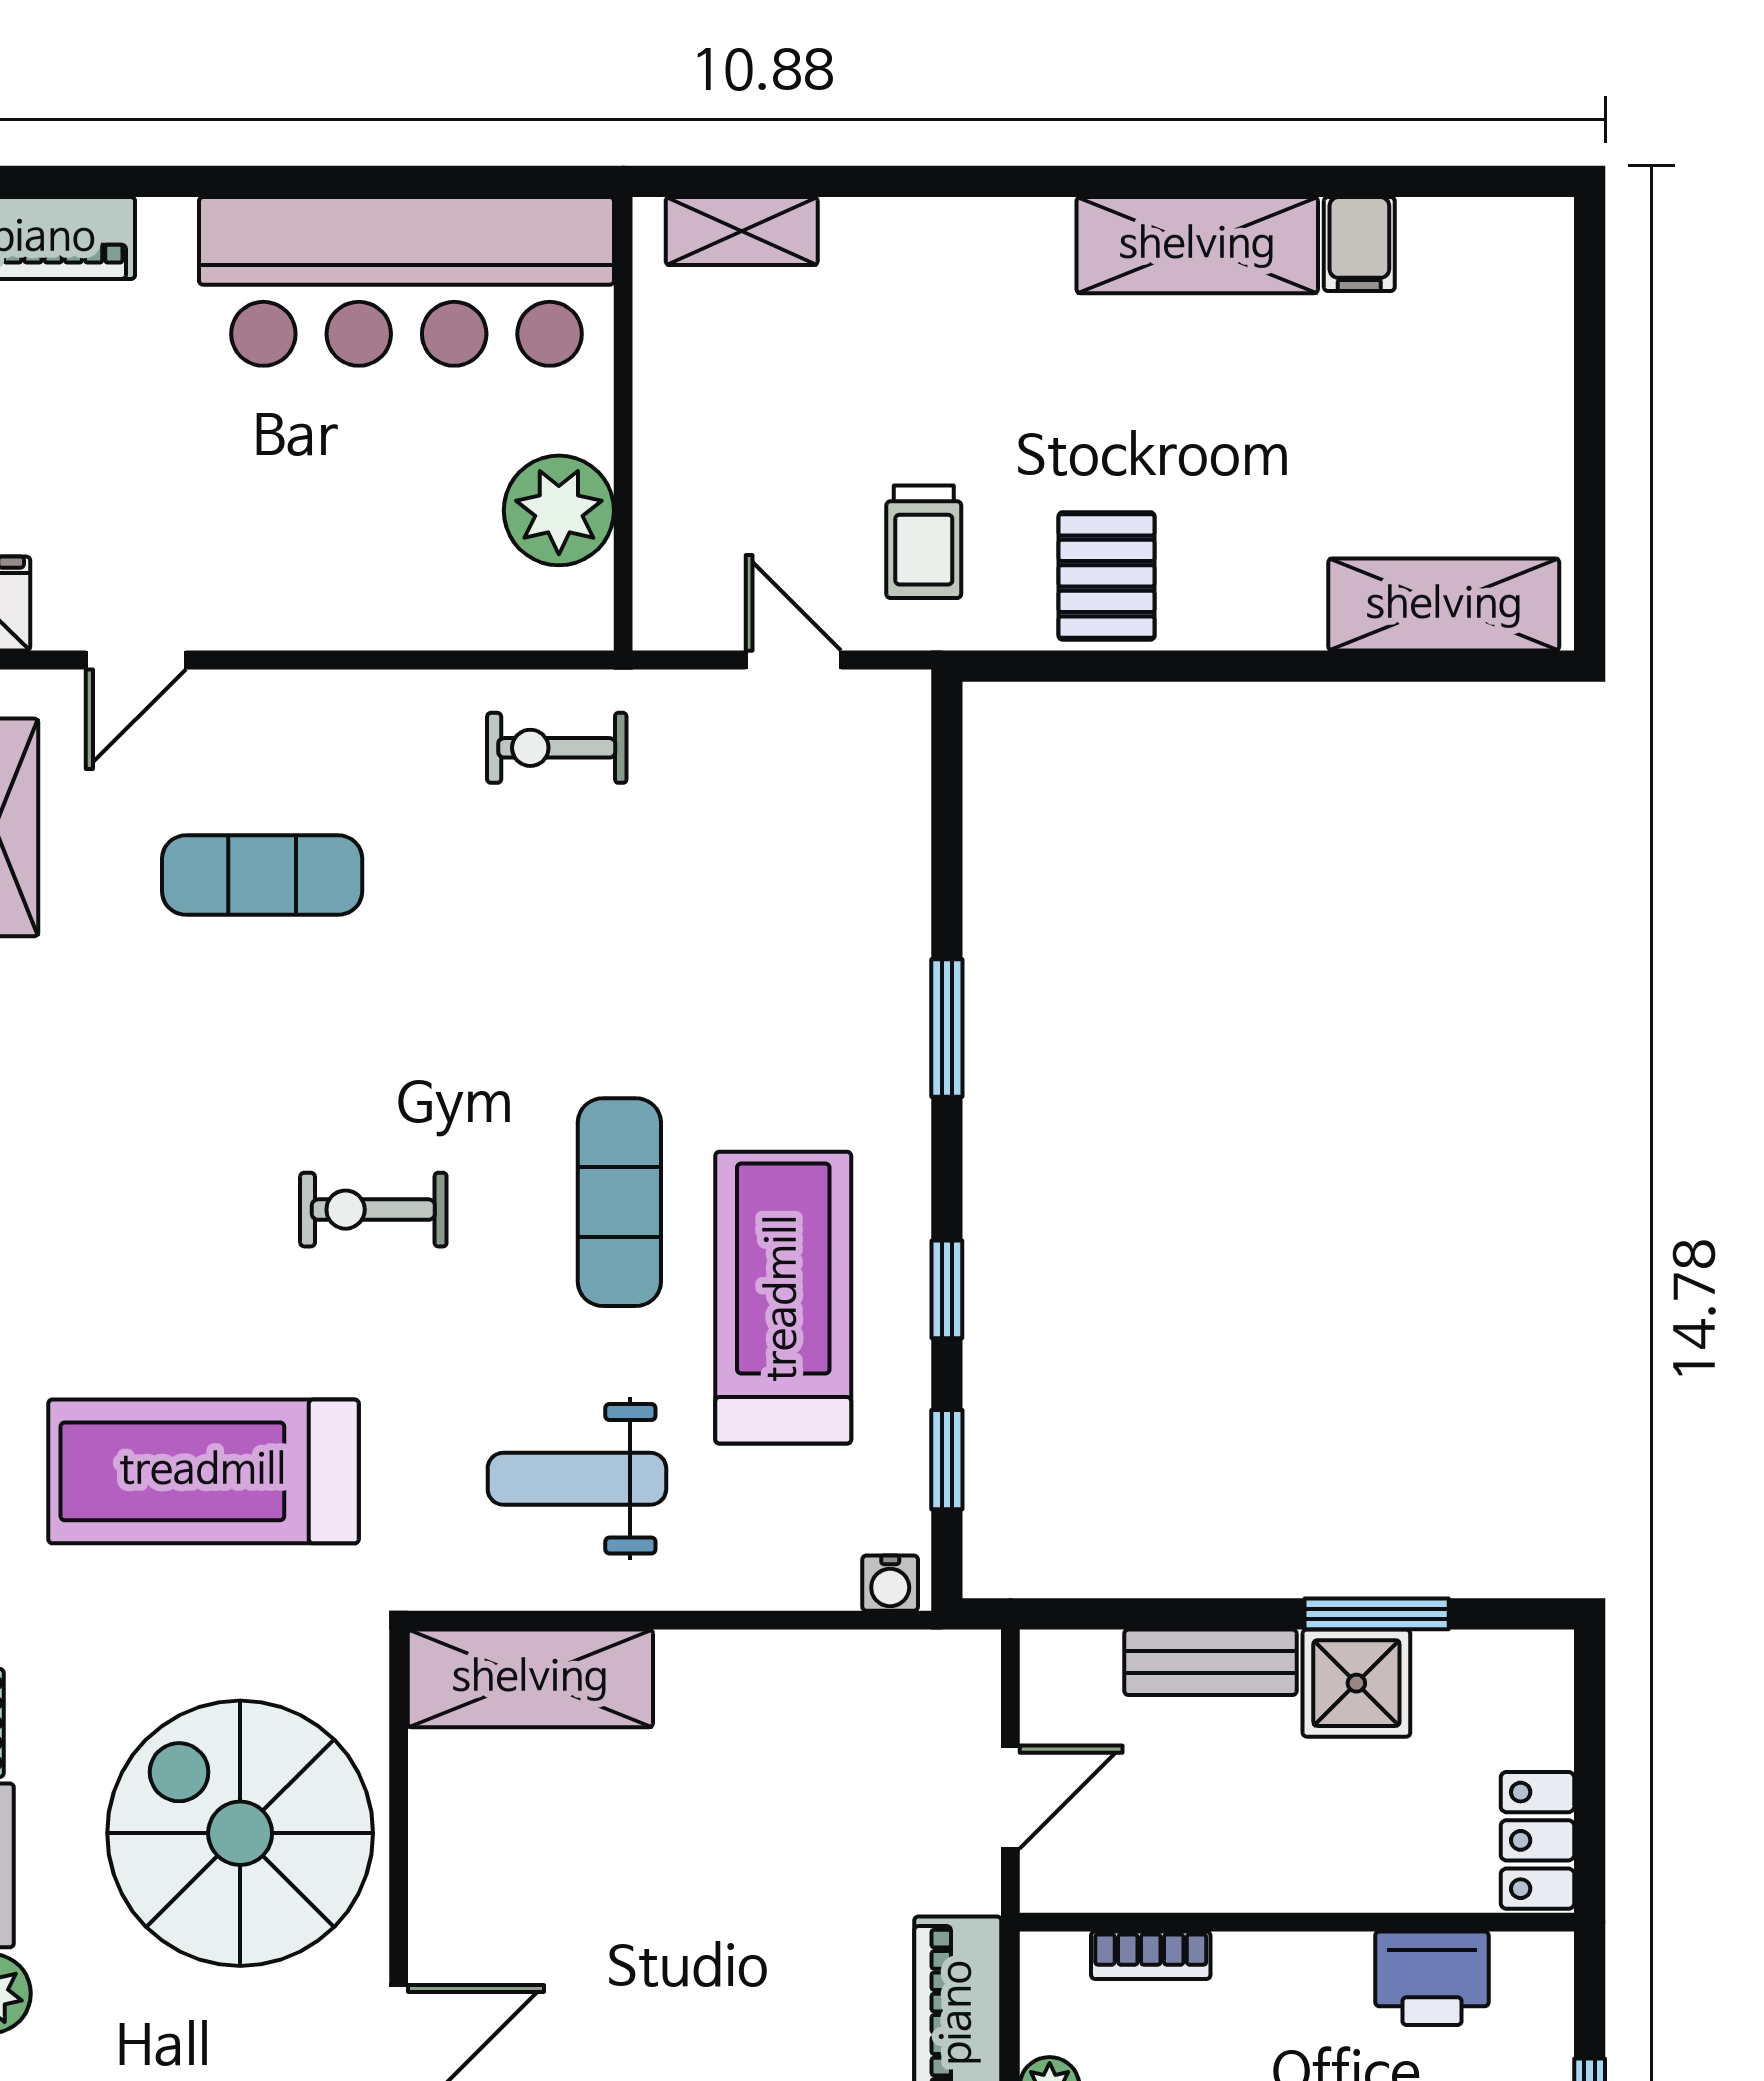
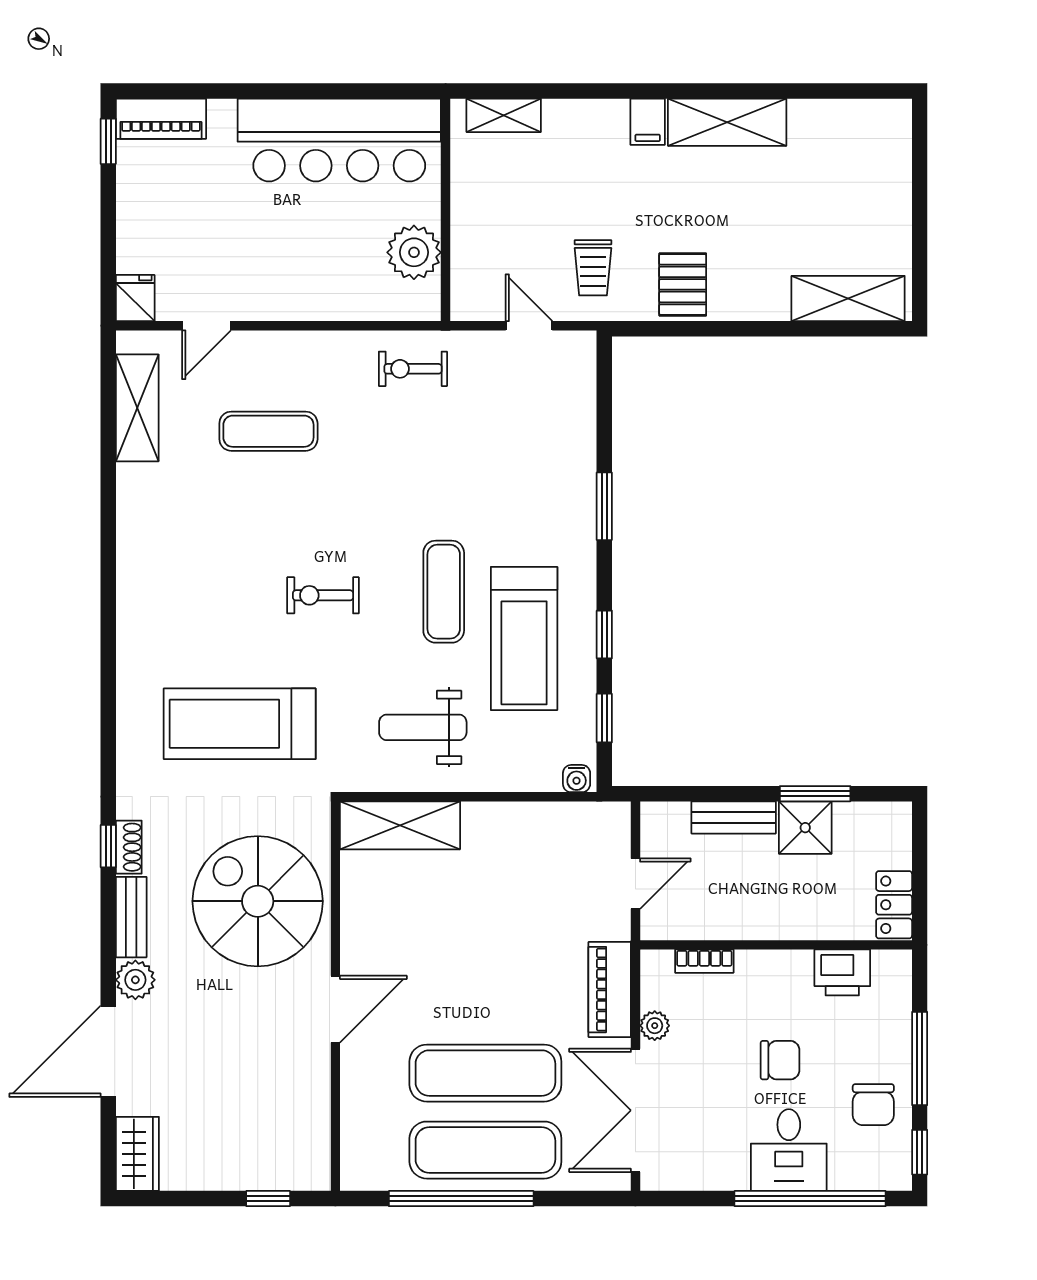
filing cabinet: (1359, 244) -> (648, 122), moved
treadmill: (783, 1298) -> (524, 639), turned 180

